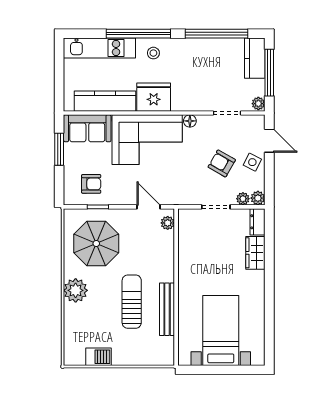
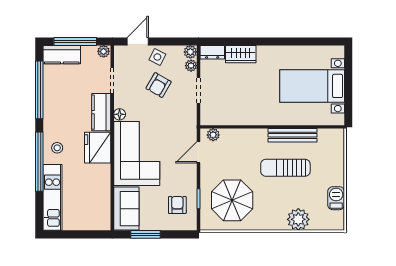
kitchen counter: (105, 101) -> (101, 112), moved, width x0.67
plant: (76, 290) -> (298, 219), moved

